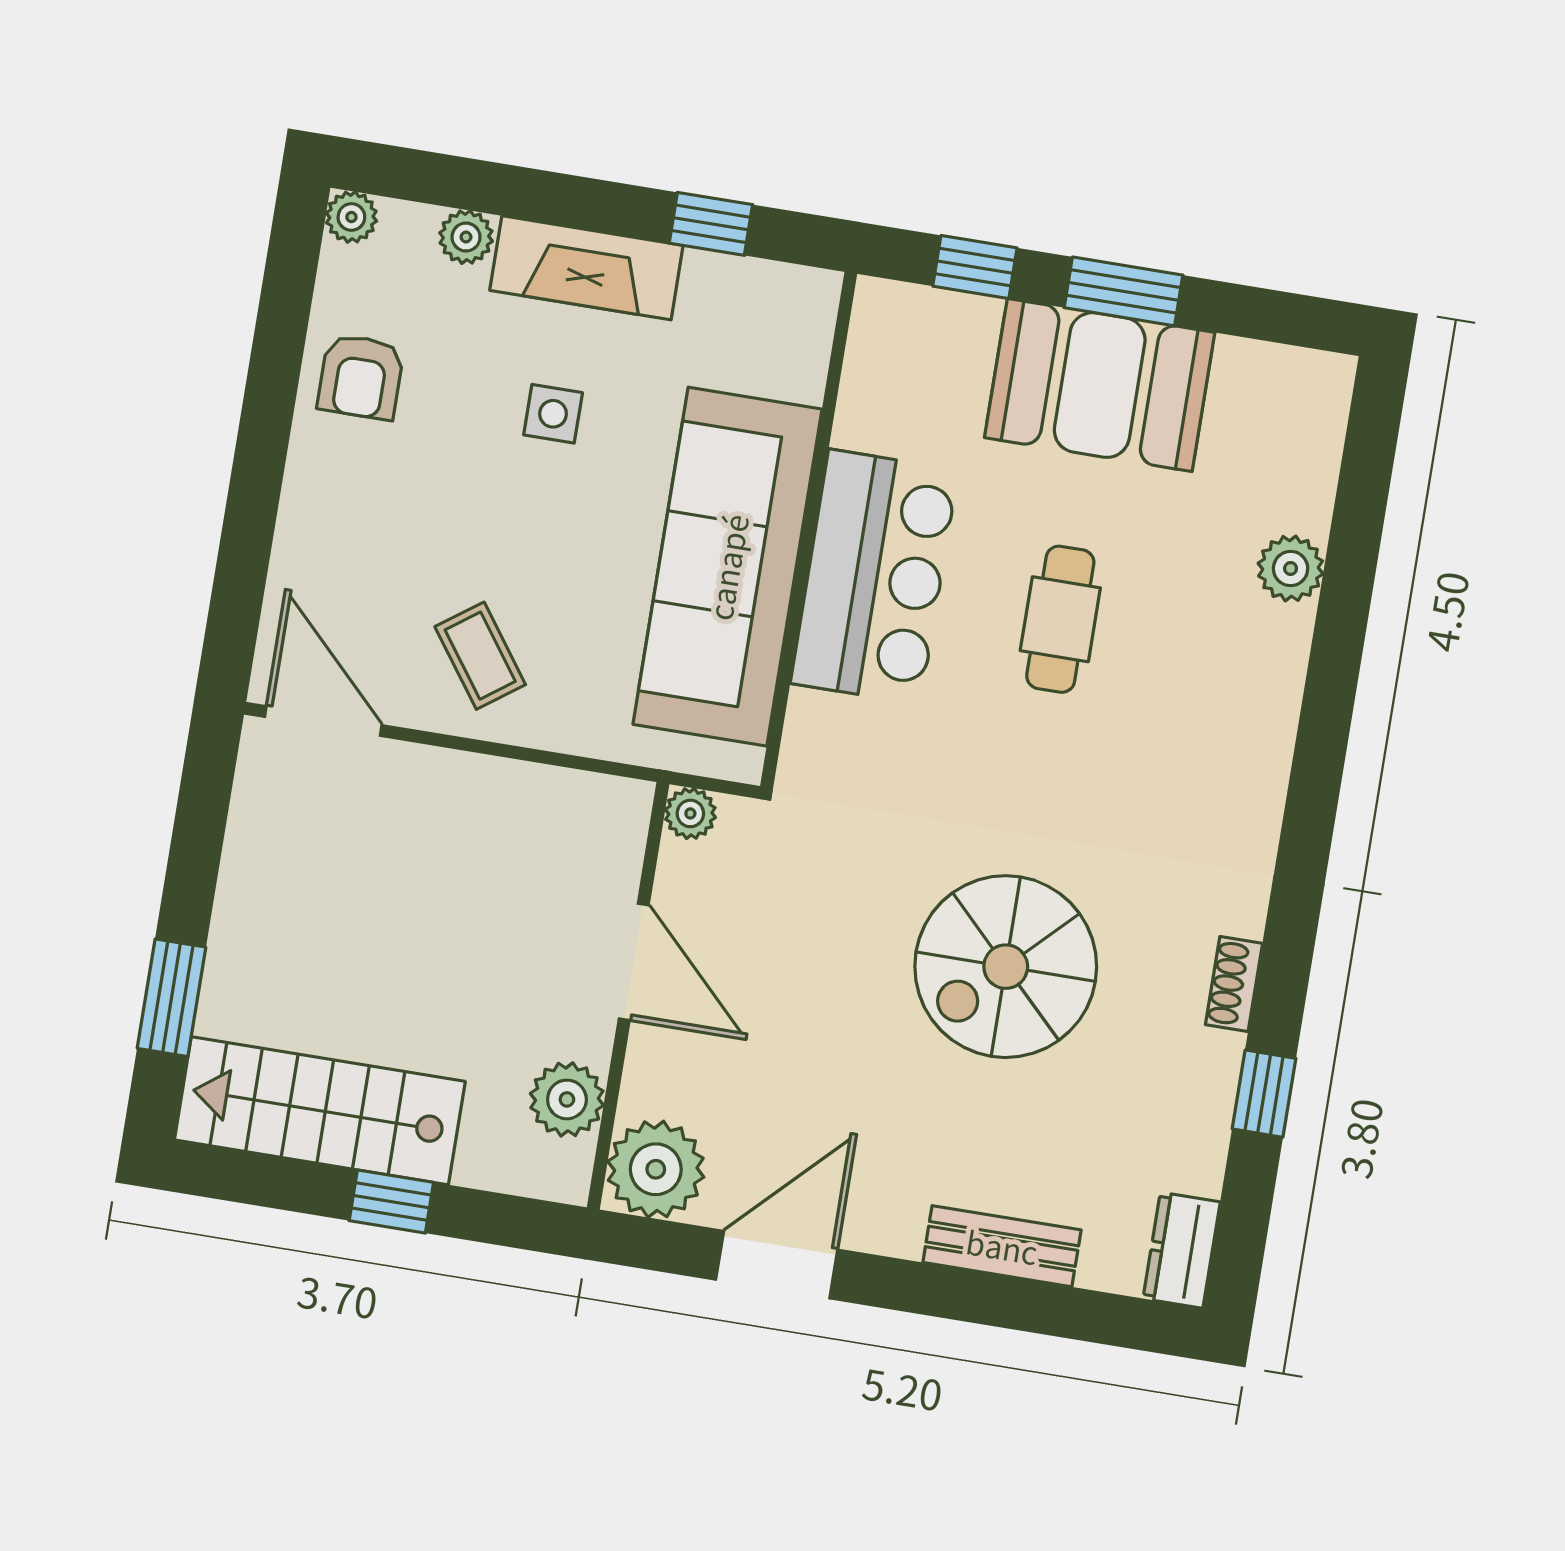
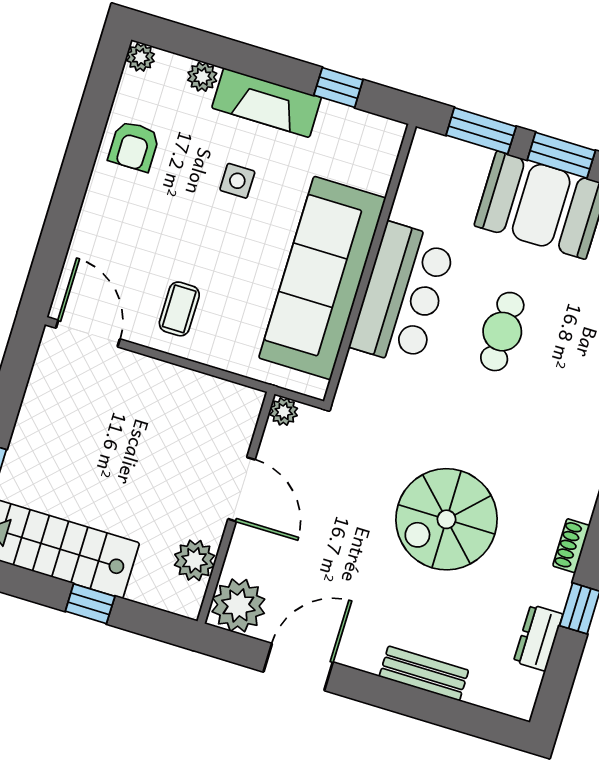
window: (975, 267) -> (481, 131), width x1.50
coffee table: (480, 656) -> (179, 309), turned 36
dresser: (1182, 1250) -> (538, 638), moved

